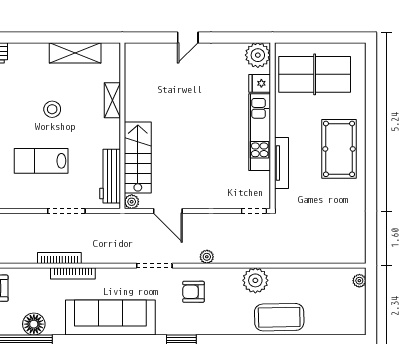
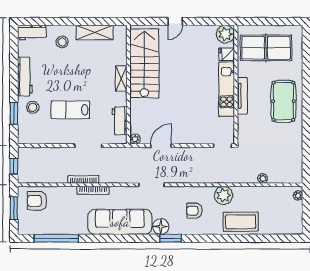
shelving: (112, 100) -> (121, 79), moved
stool: (52, 109) -> (62, 42), moved
stairs: (138, 158) -> (144, 63), moved, width x1.36, depth x1.51
tv unit: (281, 163) -> (242, 96), moved
workbench: (110, 176) -> (120, 121), width x0.73
door: (168, 211) -> (161, 146), swing flipped
plant: (207, 257) -> (263, 178), moved
armchair: (193, 292) -> (194, 211), moved
floor lamp: (34, 324) -> (161, 227), moved

